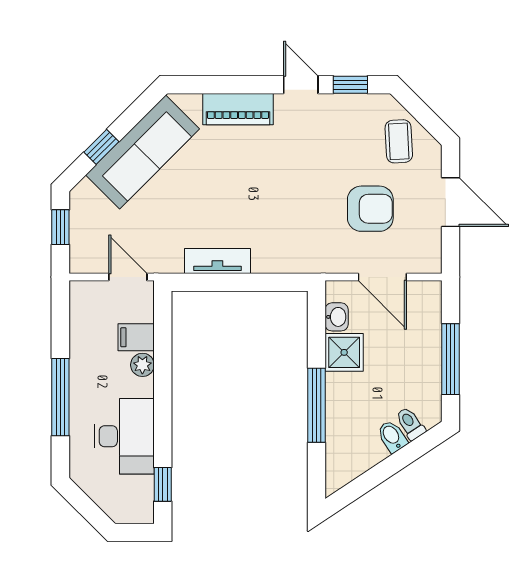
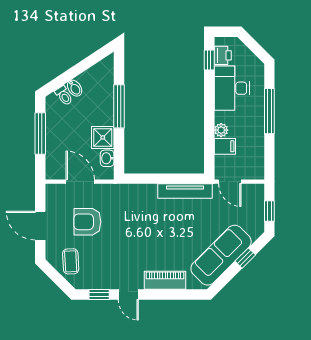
tv unit: (217, 261) -> (185, 191), width x1.41
printer: (140, 492) -> (223, 55), added

